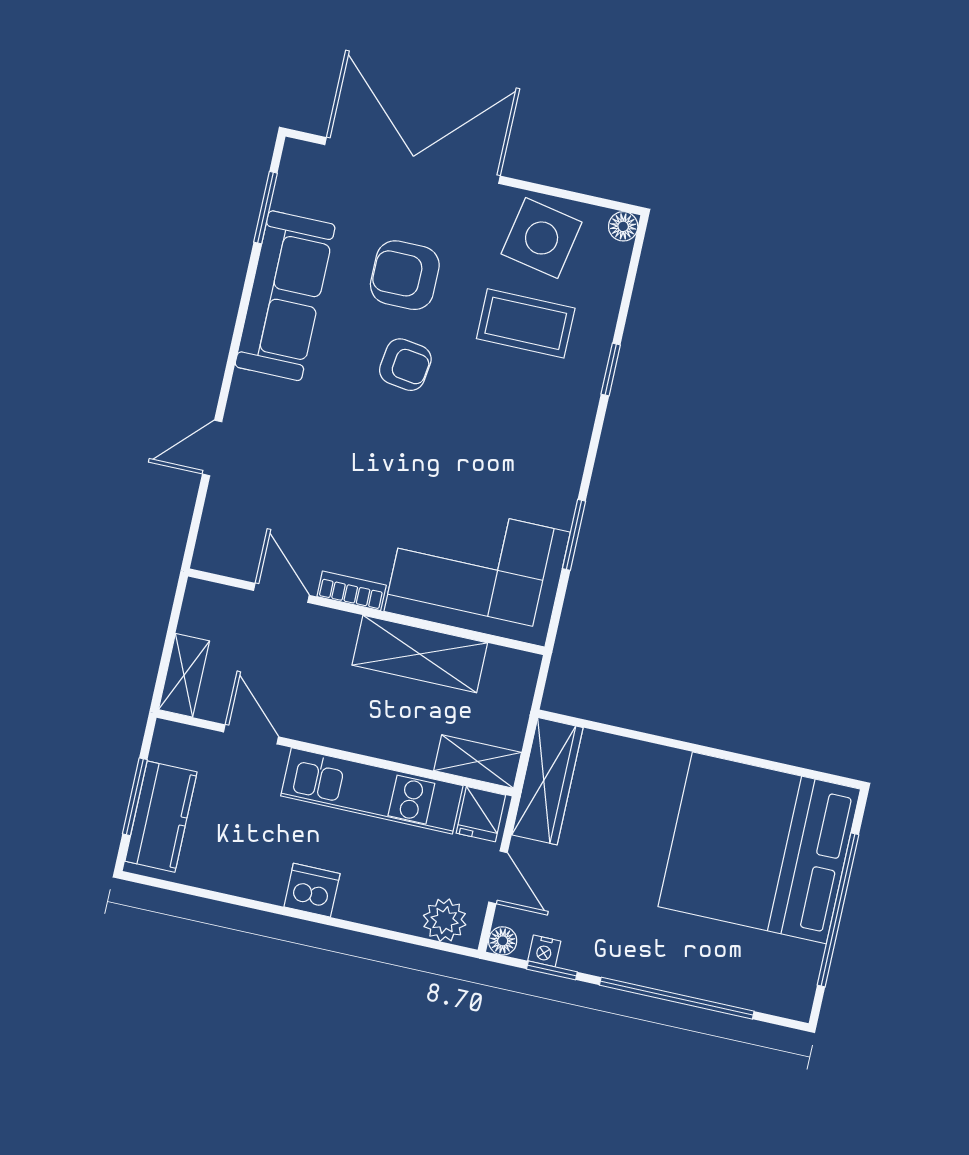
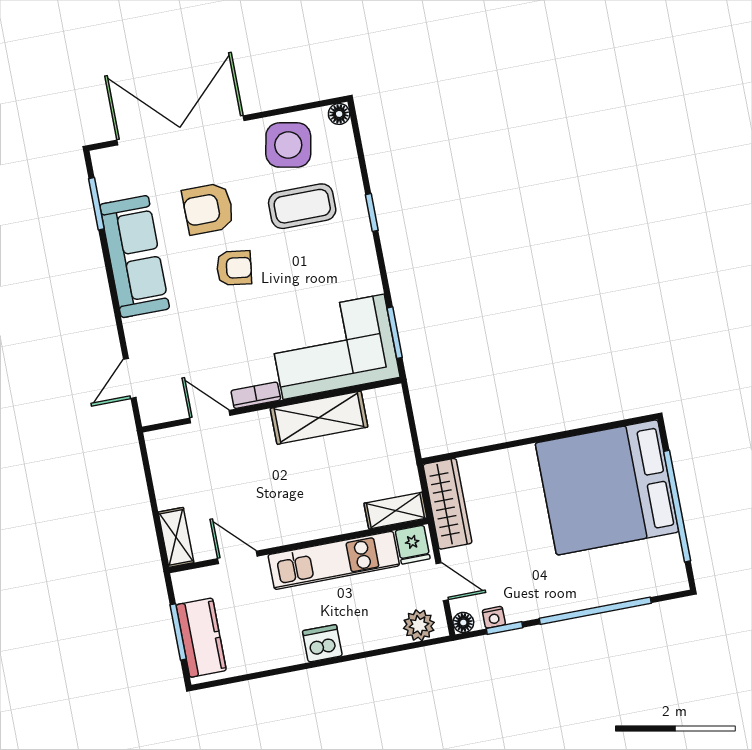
corner sofa: (477, 572) -> (334, 347), moved
bookcase: (352, 591) -> (256, 395), moved
door: (281, 593) -> (210, 417), moved
wall: (366, 612) -> (272, 405), moved
shelving: (420, 654) -> (319, 418), moved

